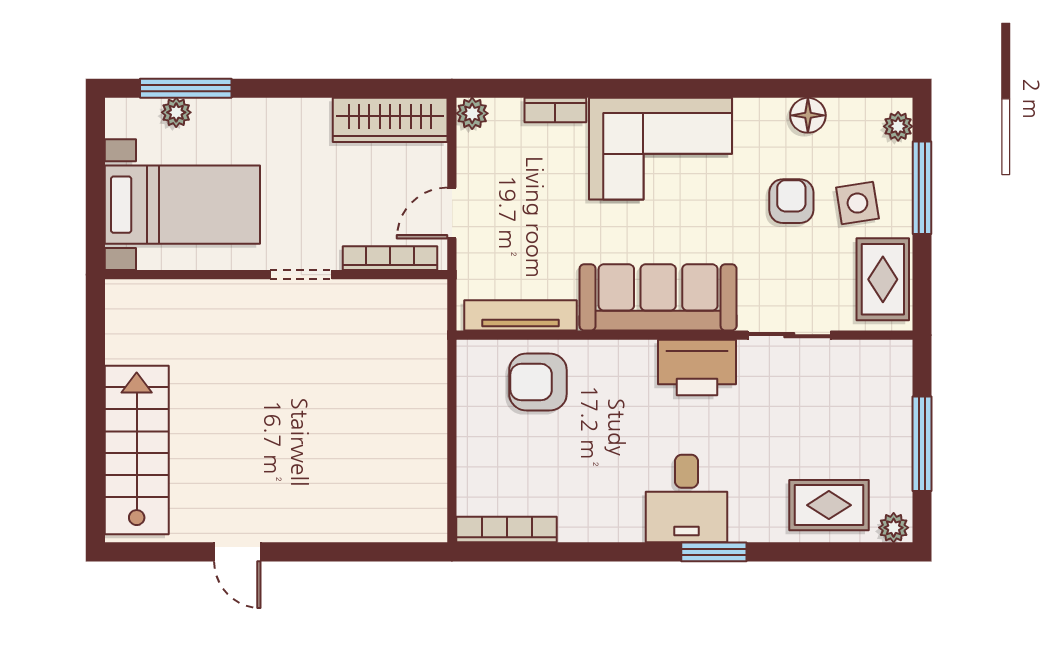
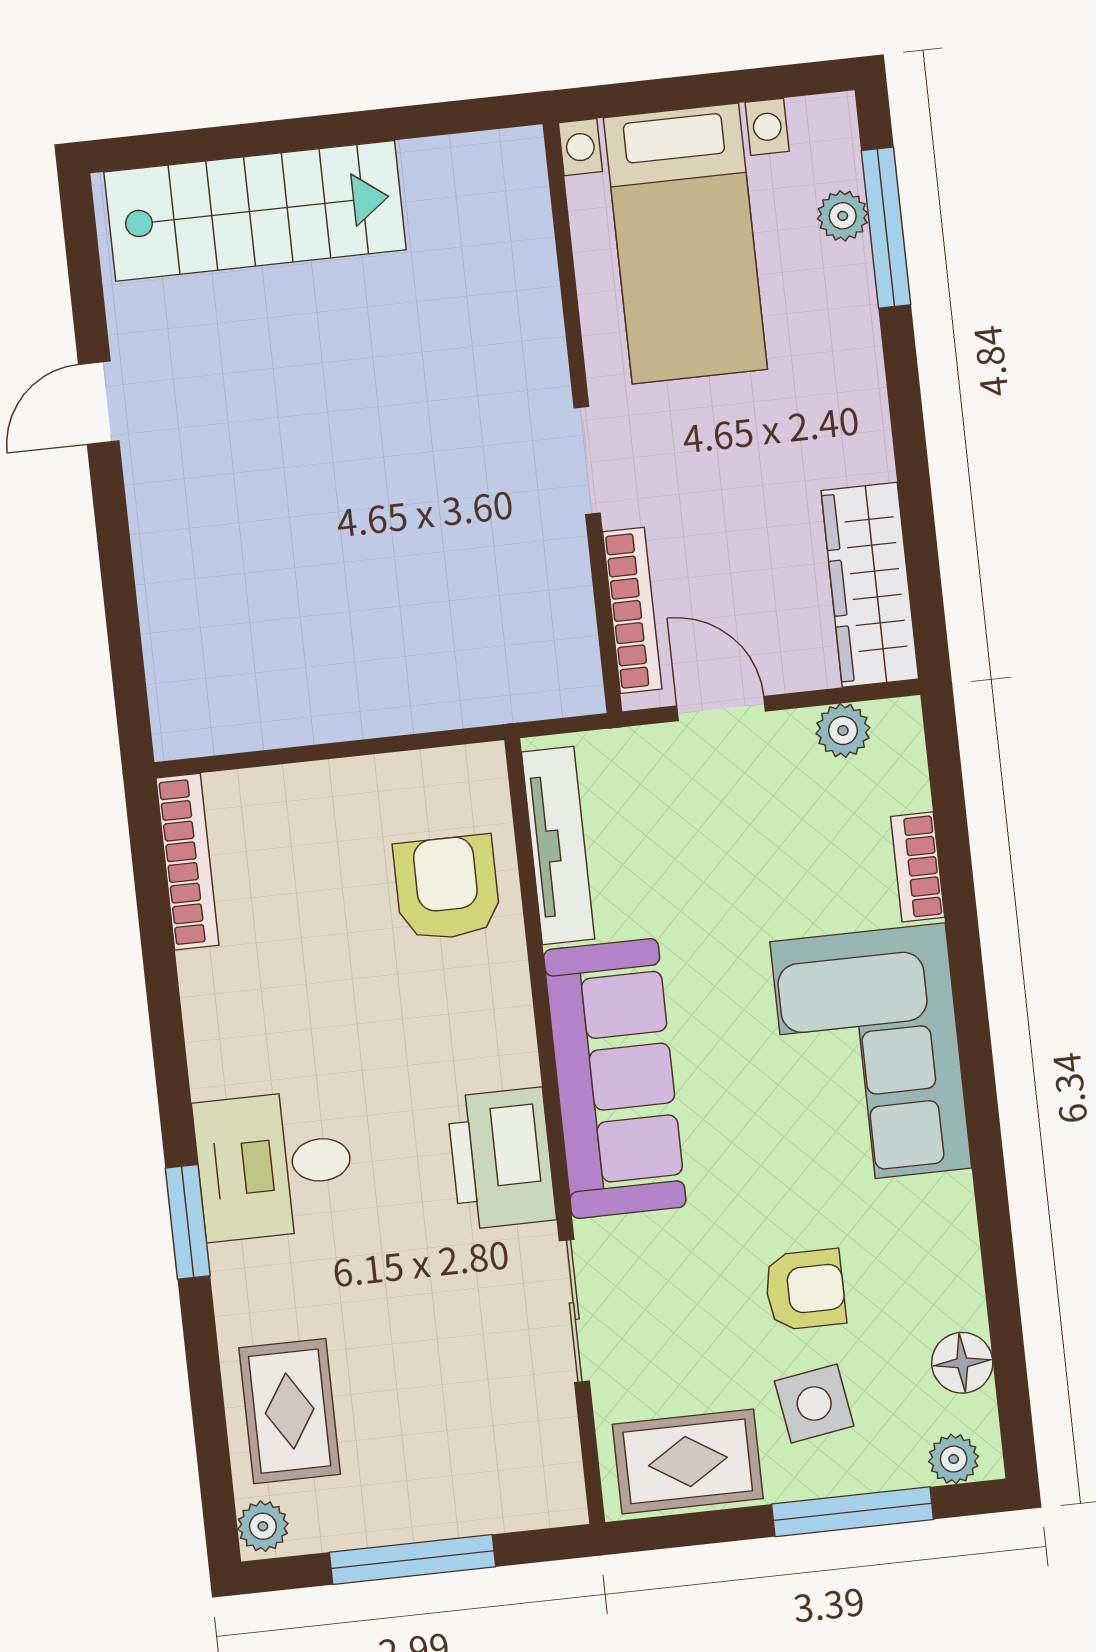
plant: (472, 113) -> (843, 730), moved
floor lamp: (808, 115) -> (962, 1363), moved

